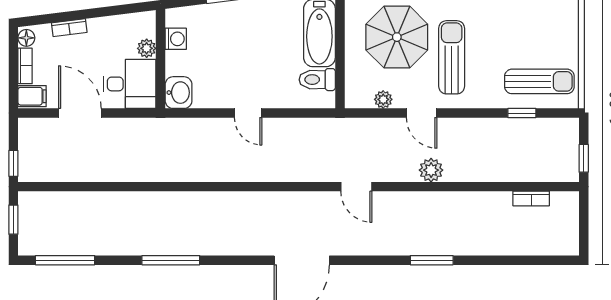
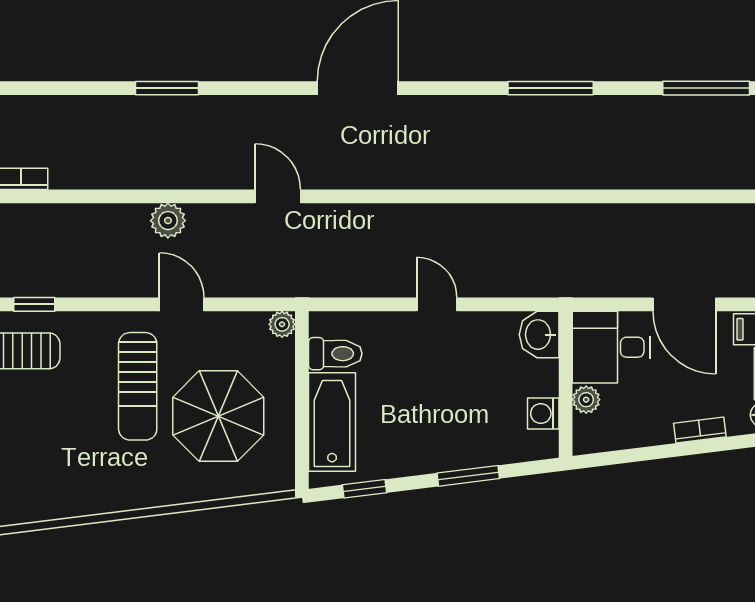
plant: (383, 99) -> (282, 324), moved

